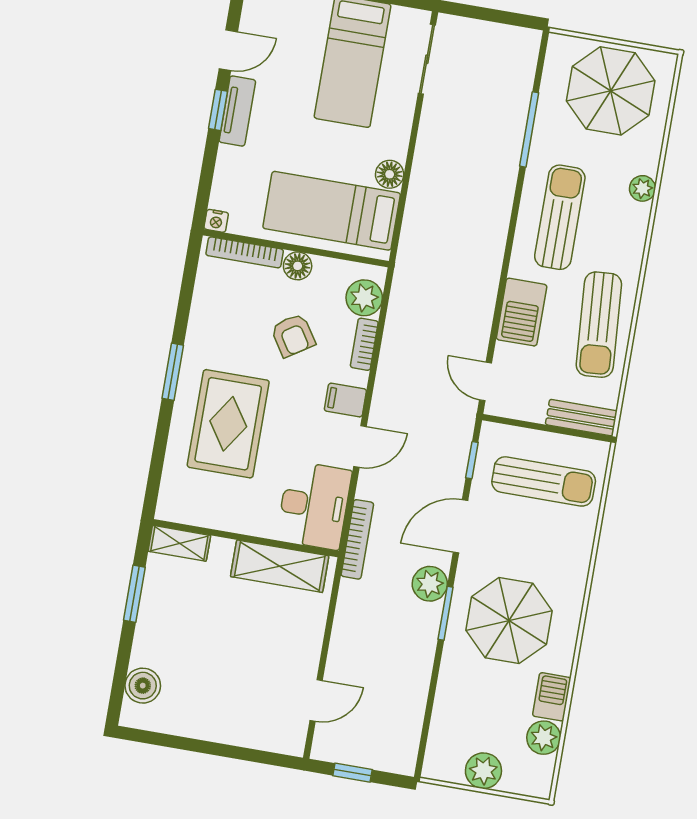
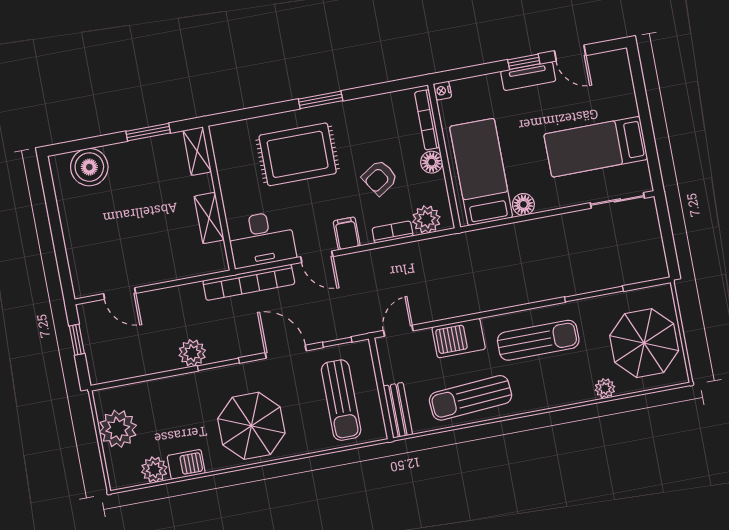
plant: (642, 188) -> (605, 388), moved
bookcase: (357, 539) -> (249, 282), width x1.48, depth x1.31
shelving: (280, 566) -> (209, 218), width x0.67, depth x0.75
plant: (430, 584) -> (192, 353), moved
parasol: (509, 621) -> (251, 426), moved
boiler: (143, 686) -> (89, 167), width x1.37, depth x1.37
plant: (483, 771) -> (118, 429), width x1.36, depth x1.36

